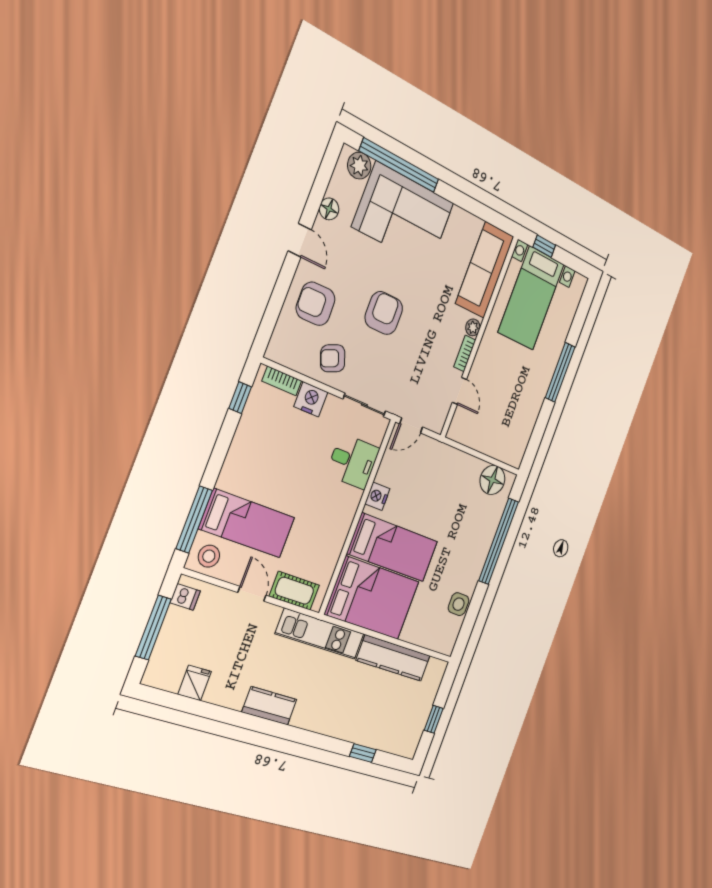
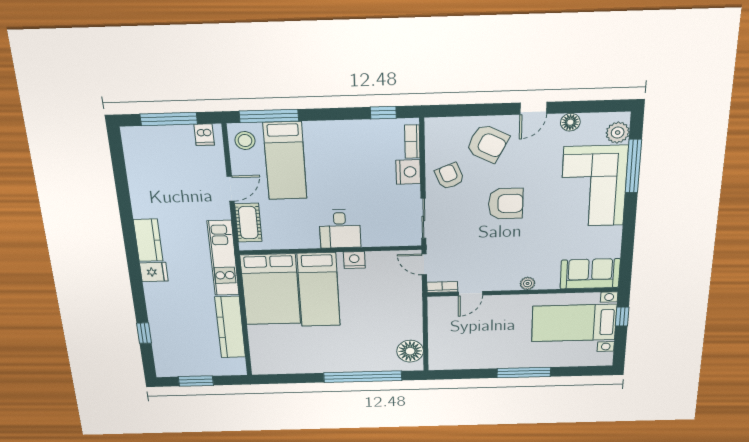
window: (399, 165) -> (633, 166), width x0.68
sofa: (485, 270) -> (590, 274), width x0.73
armchair: (316, 304) -> (488, 143), turned 118
bookcase: (465, 353) -> (442, 287), moved
desk: (353, 461) -> (340, 229), moved
side table: (459, 604) -> (297, 364), removed
fridge: (195, 683) -> (154, 272), moved
window: (434, 719) -> (196, 381), width x1.50

